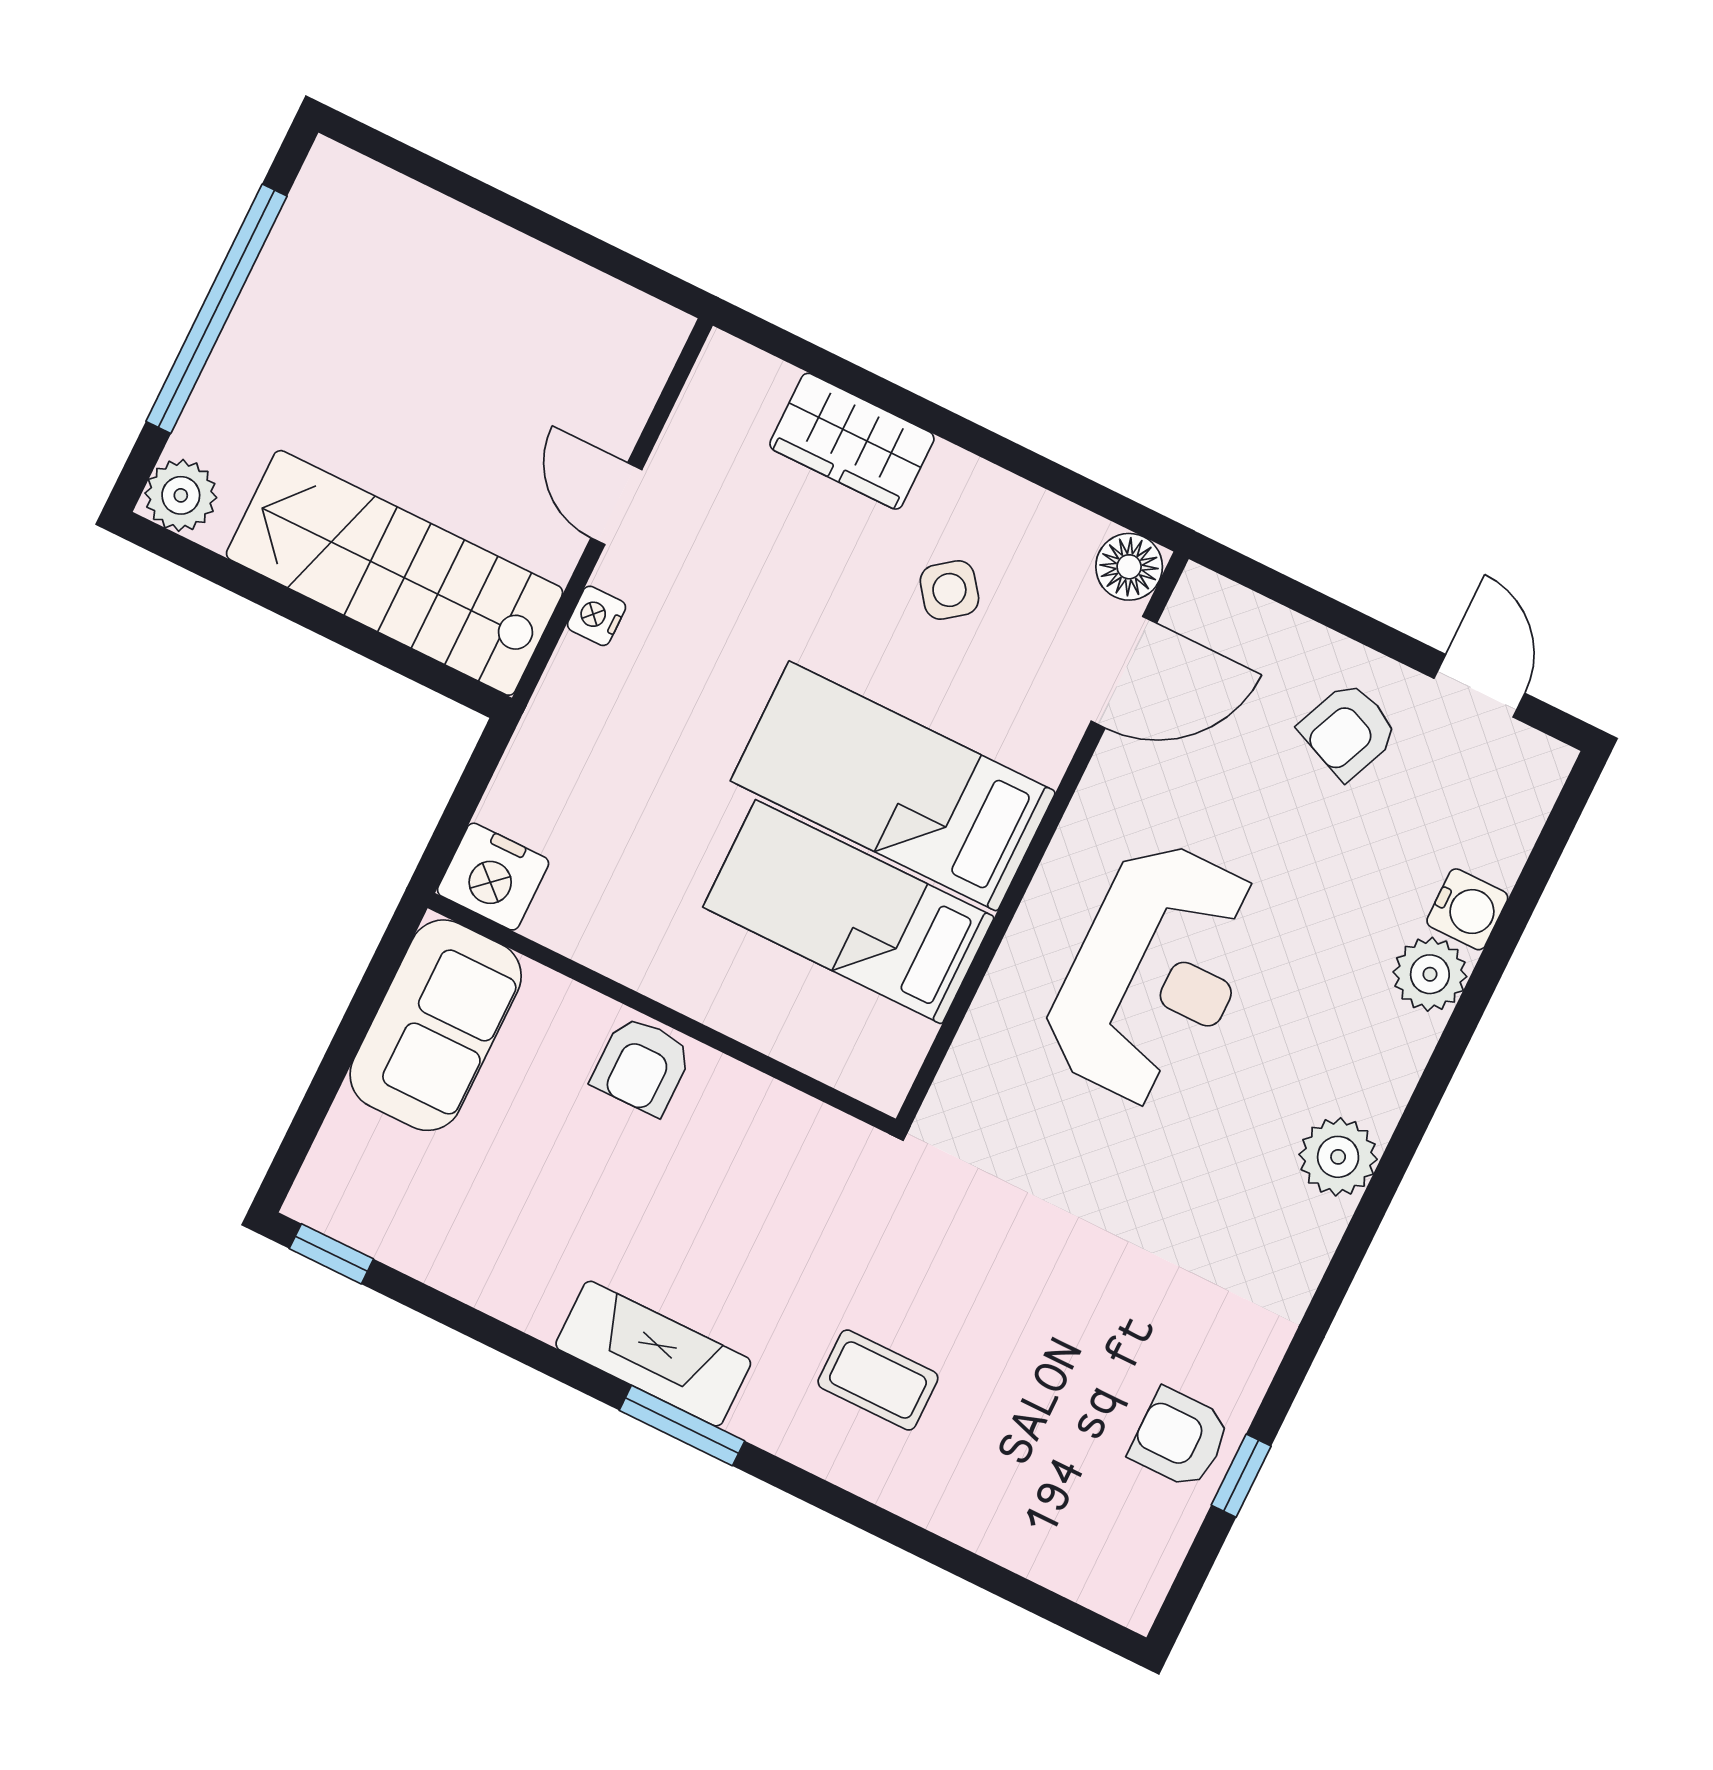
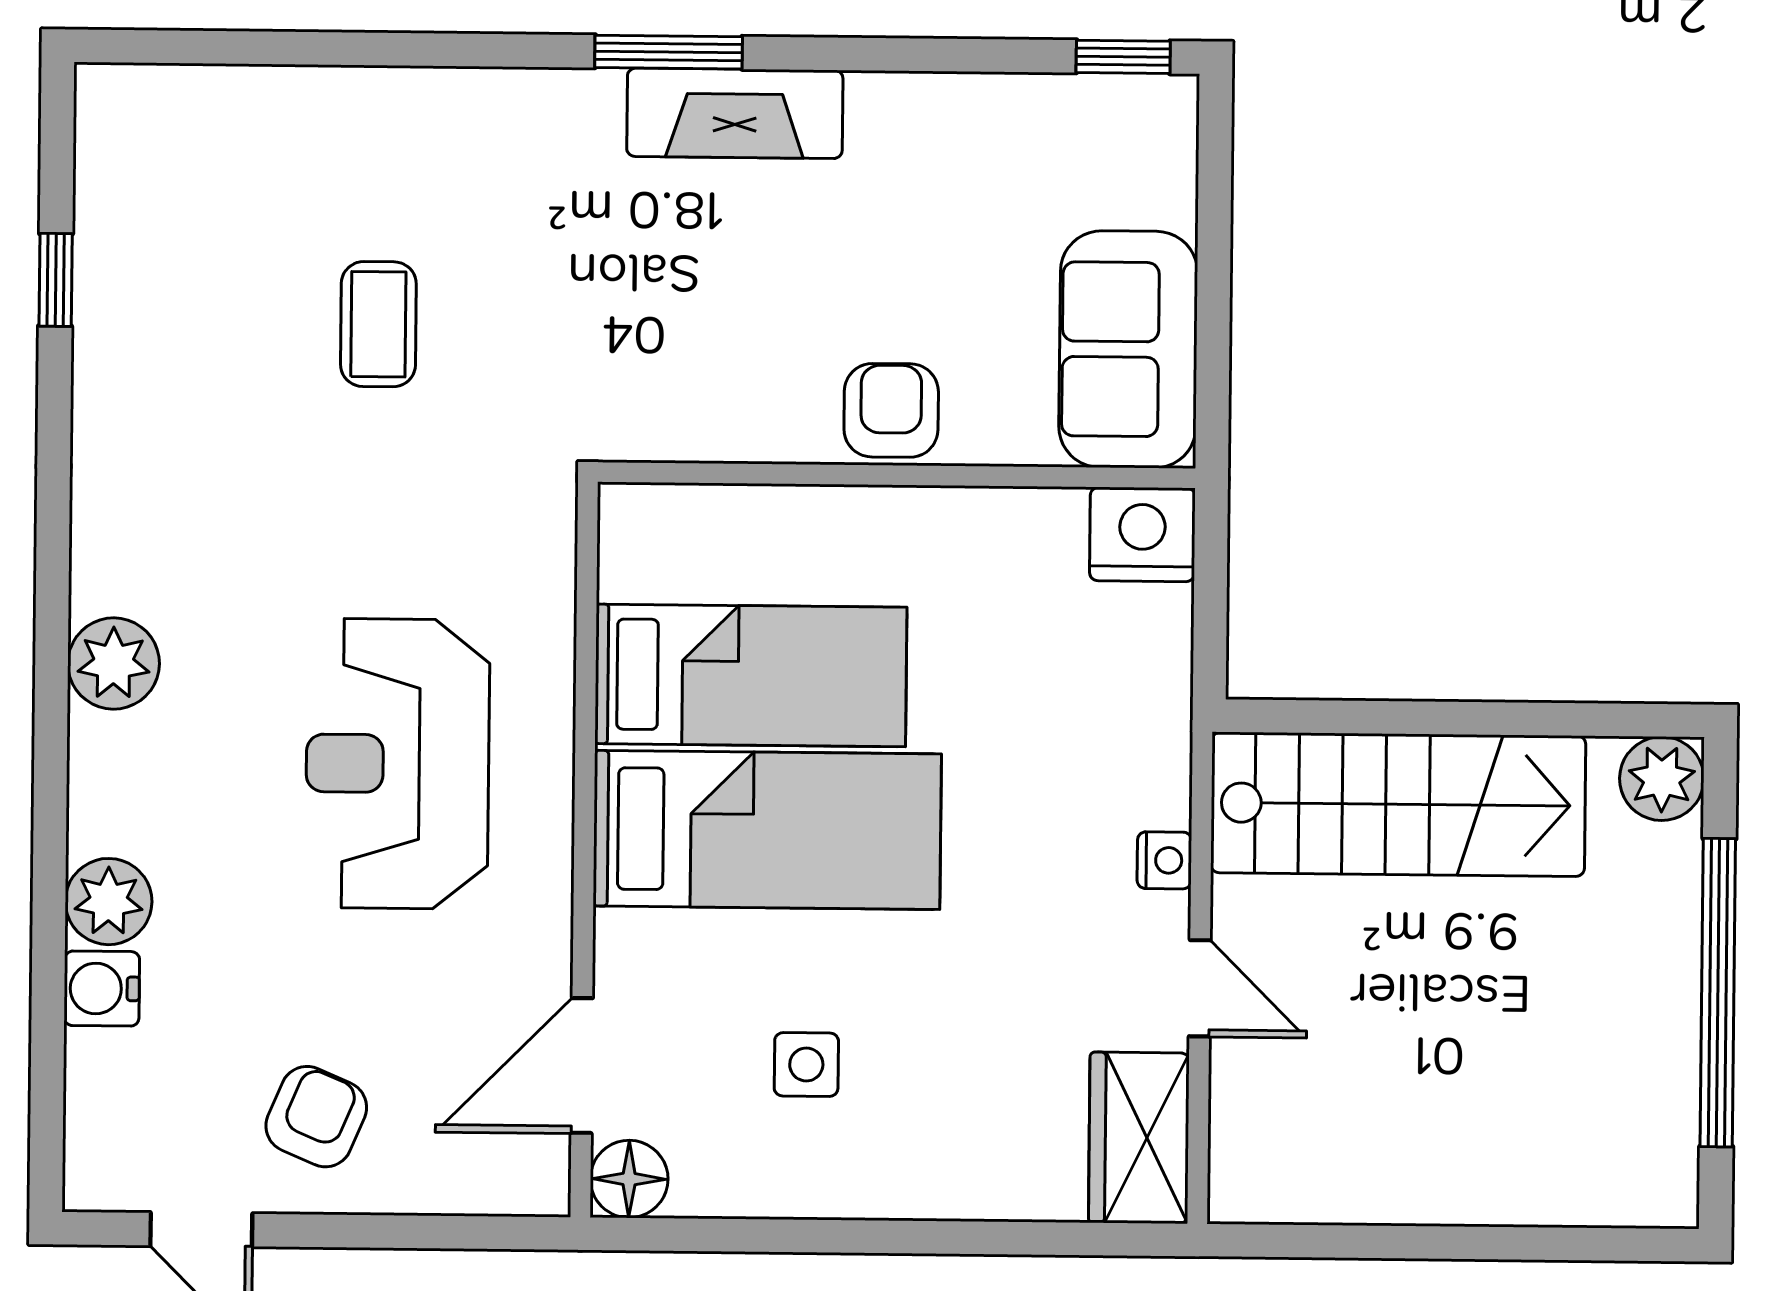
wardrobe: (852, 441) -> (1139, 1138), moved, turned -90
side table: (949, 590) -> (806, 1064), turned 37
coffee table: (878, 1380) -> (378, 324), moved, turned 90
armchair: (1180, 1438) -> (139, 288), removed

